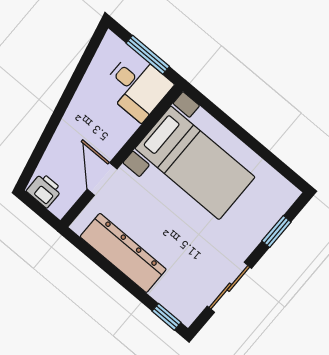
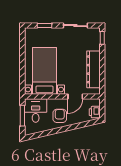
armchair: (91, 122) -> (60, 116), added

